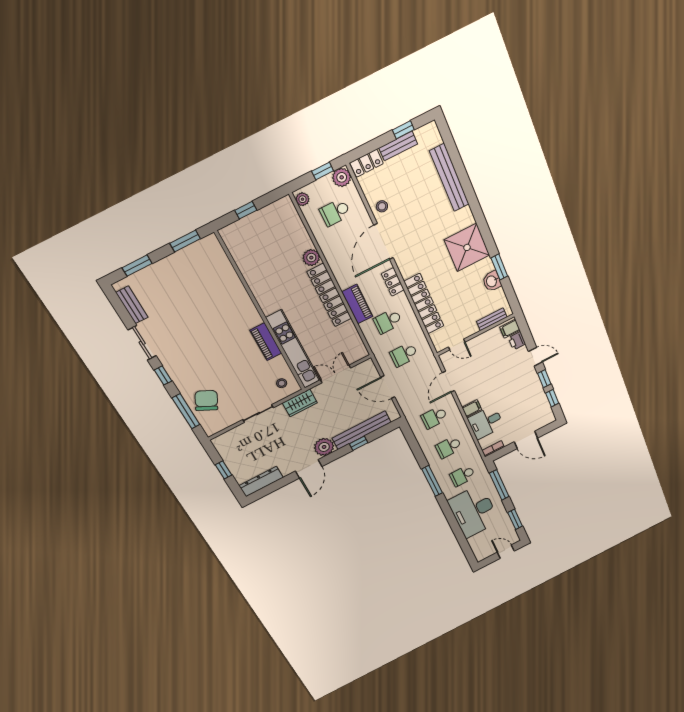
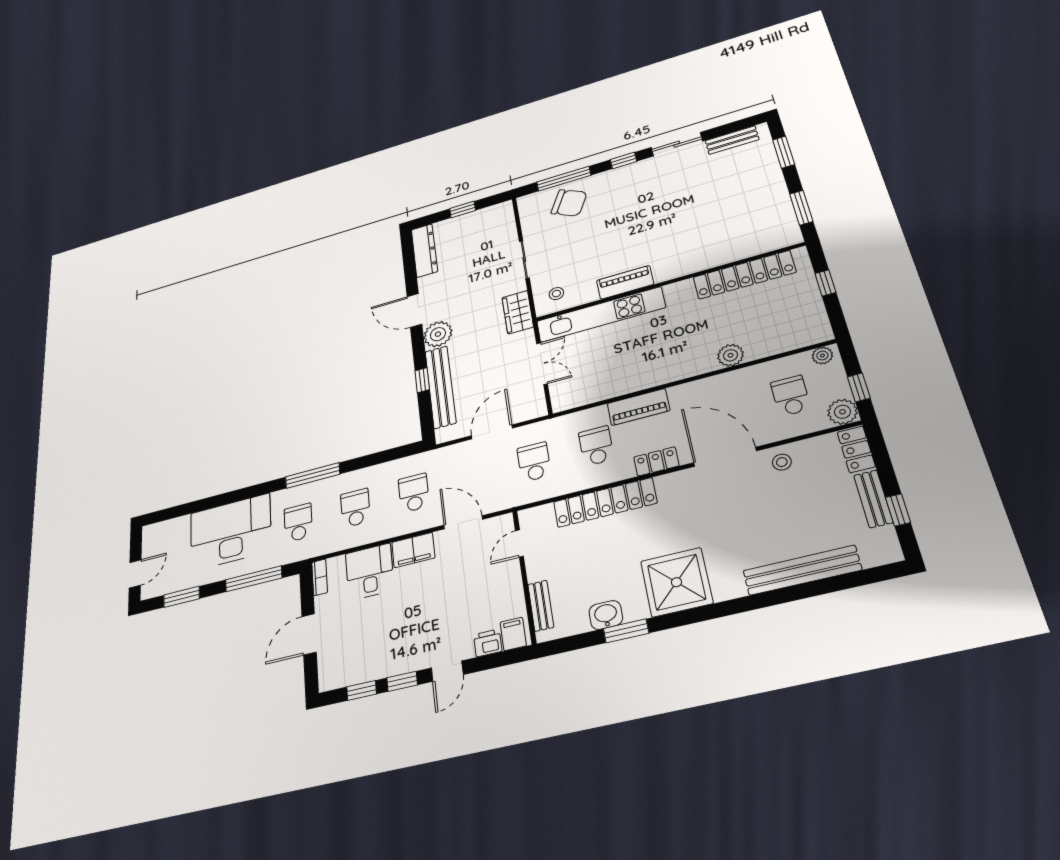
locker: (329, 295) -> (744, 275), moved, turned 180
filing cabinet: (472, 408) -> (413, 550), width x2.00

